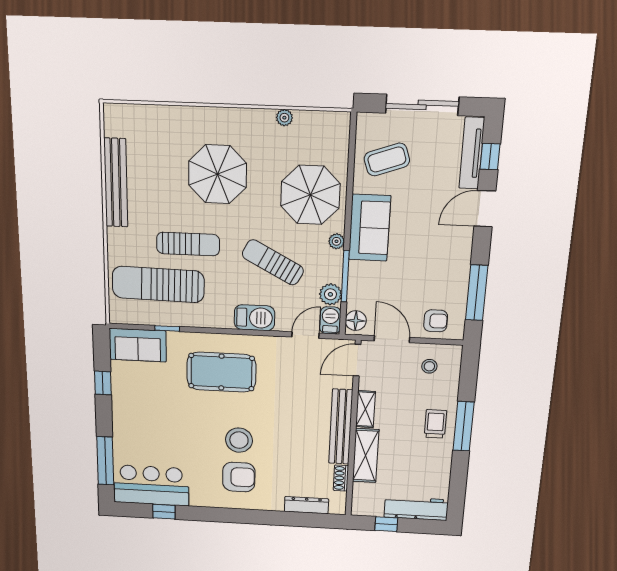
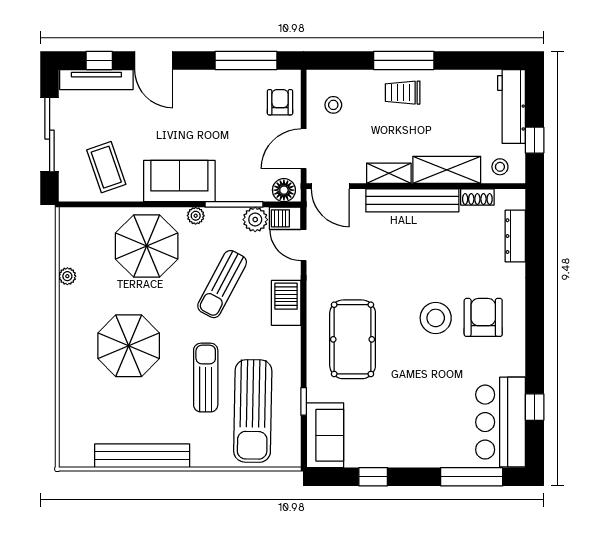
stool: (366, 497) -> (500, 167), added

